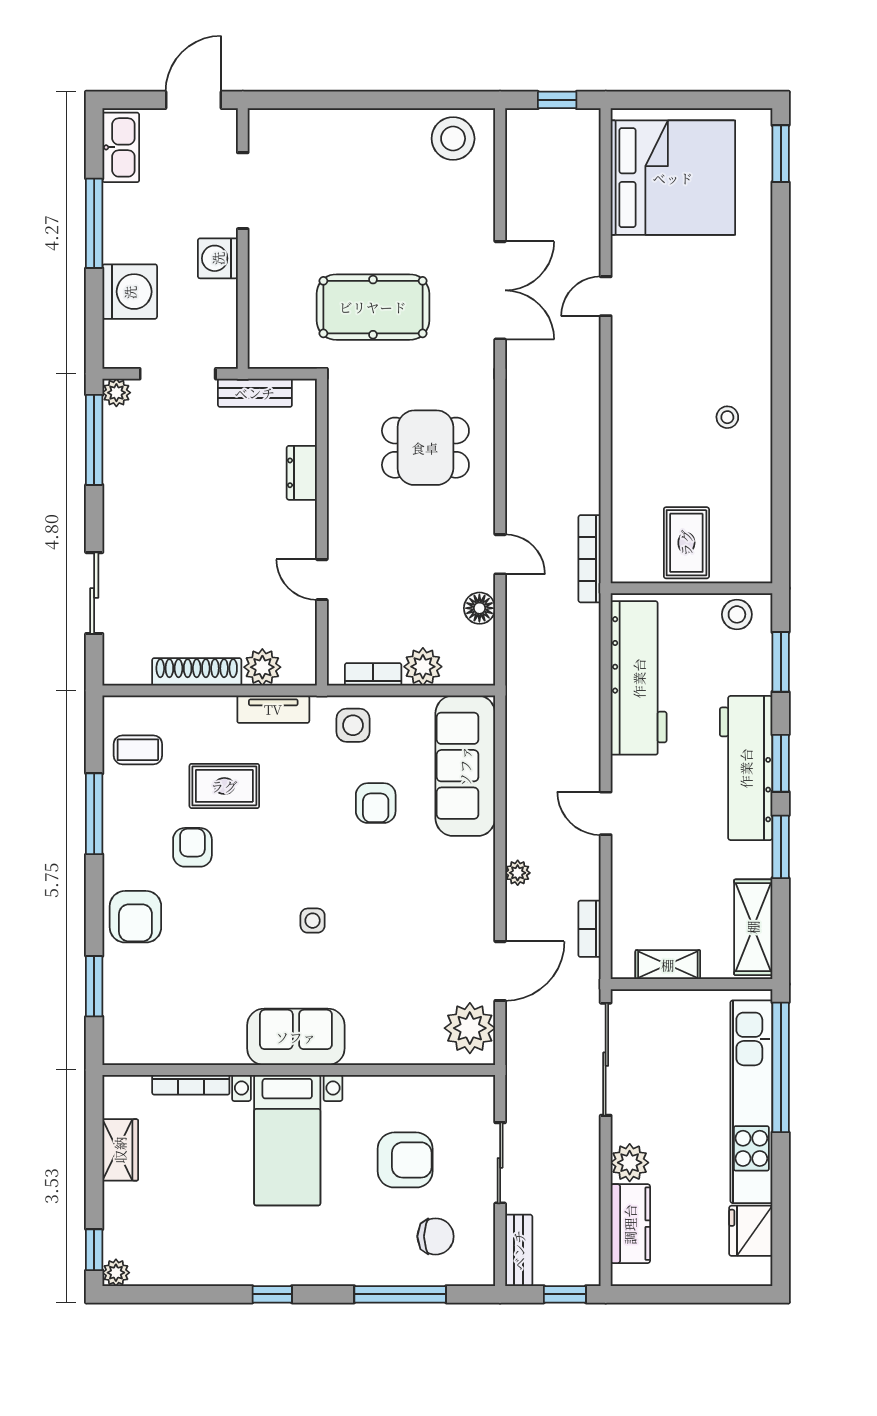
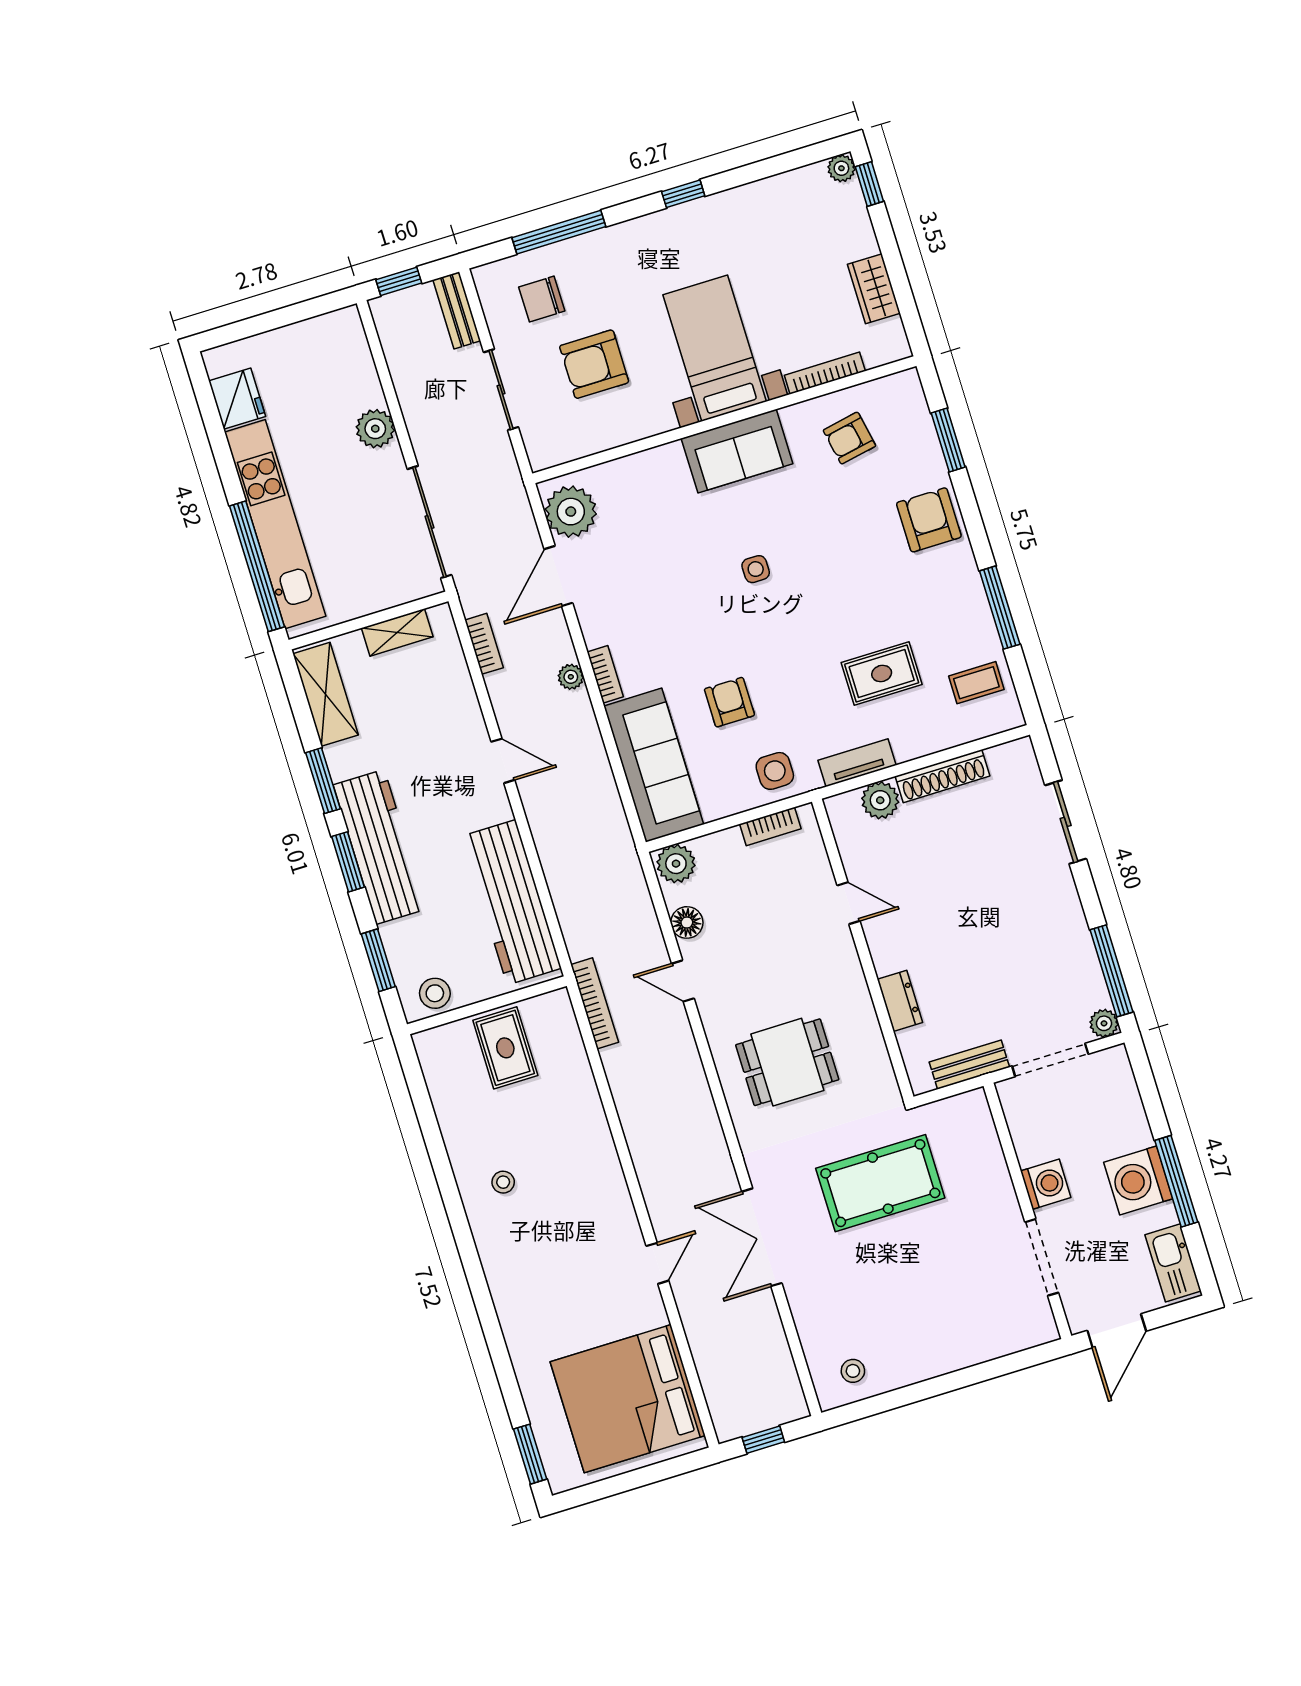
stool: (453, 139) -> (853, 1371), width x0.53, depth x0.53
washing machine: (130, 292) -> (1138, 1180), moved
plant: (423, 667) -> (676, 864), moved
armchair: (192, 847) -> (849, 438), moved, turned 79
bookcase: (485, 865) -> (605, 674), added
kitchen counter: (630, 1224) -> (356, 370), removed

